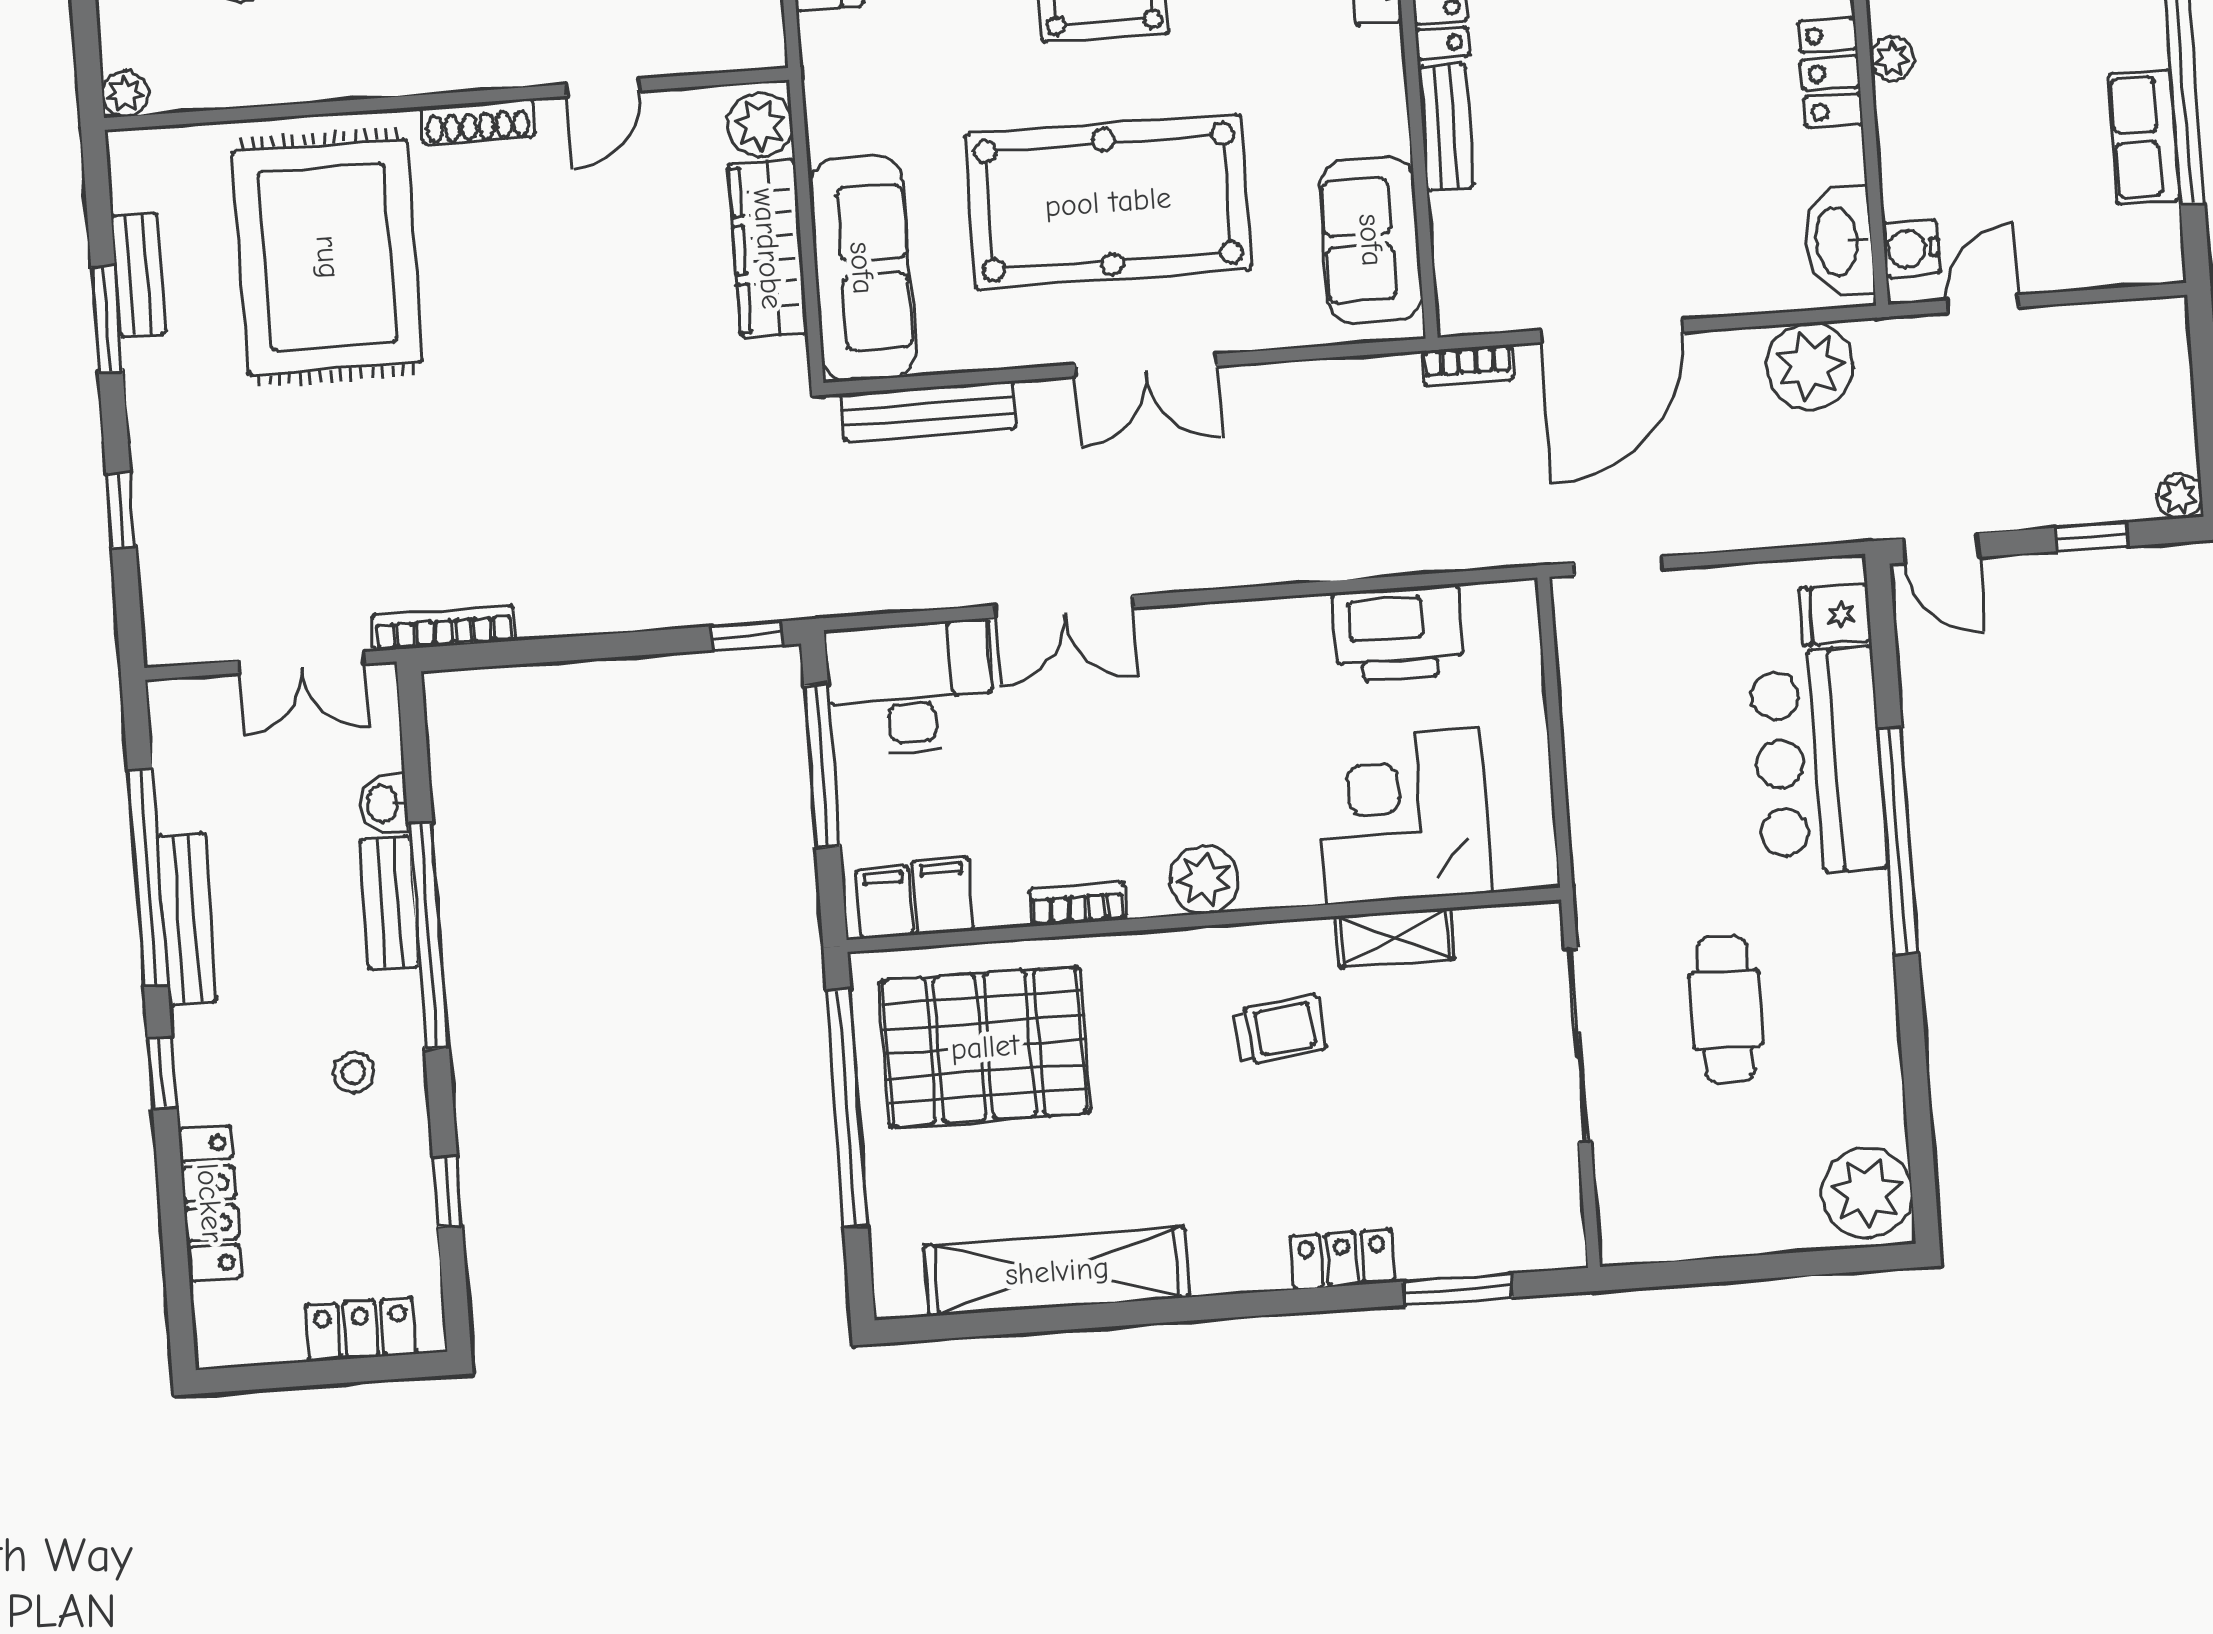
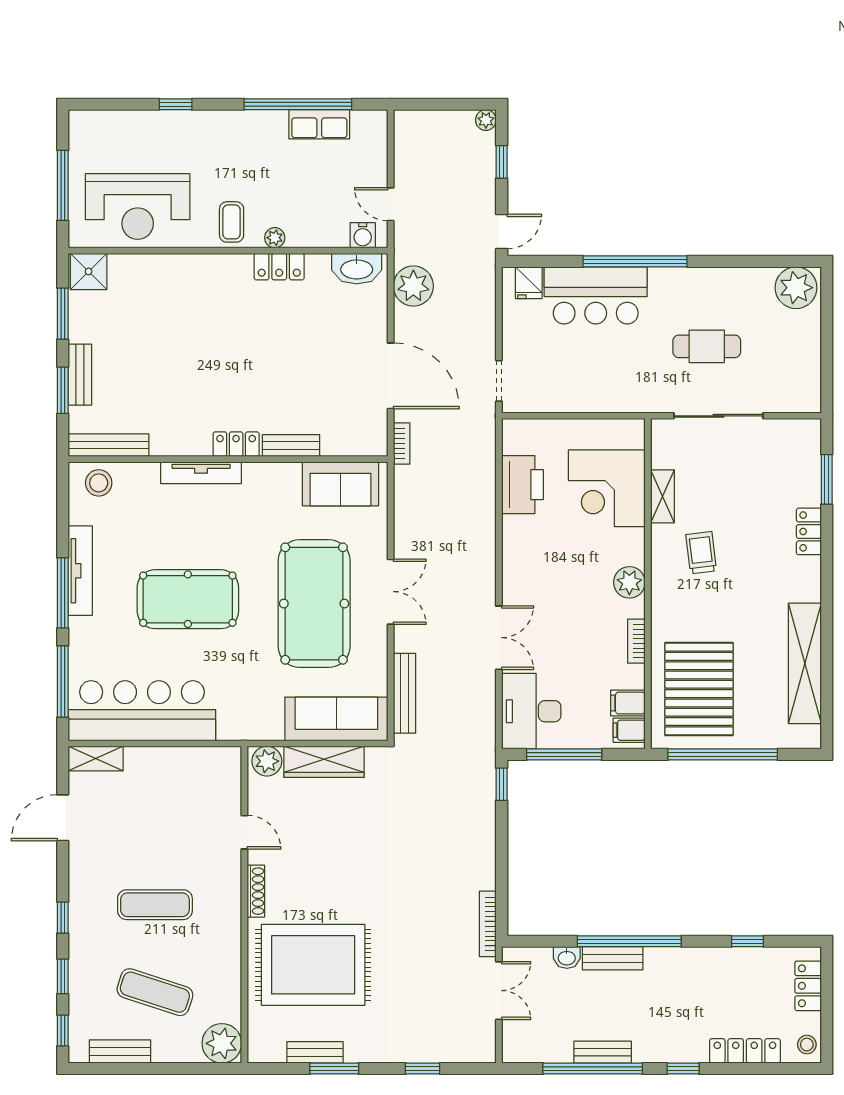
plant: (125, 94) -> (222, 1043), width x1.87, depth x1.87
bench: (187, 919) -> (603, 1052), width x0.73
stool: (353, 1073) -> (807, 1045), moved

